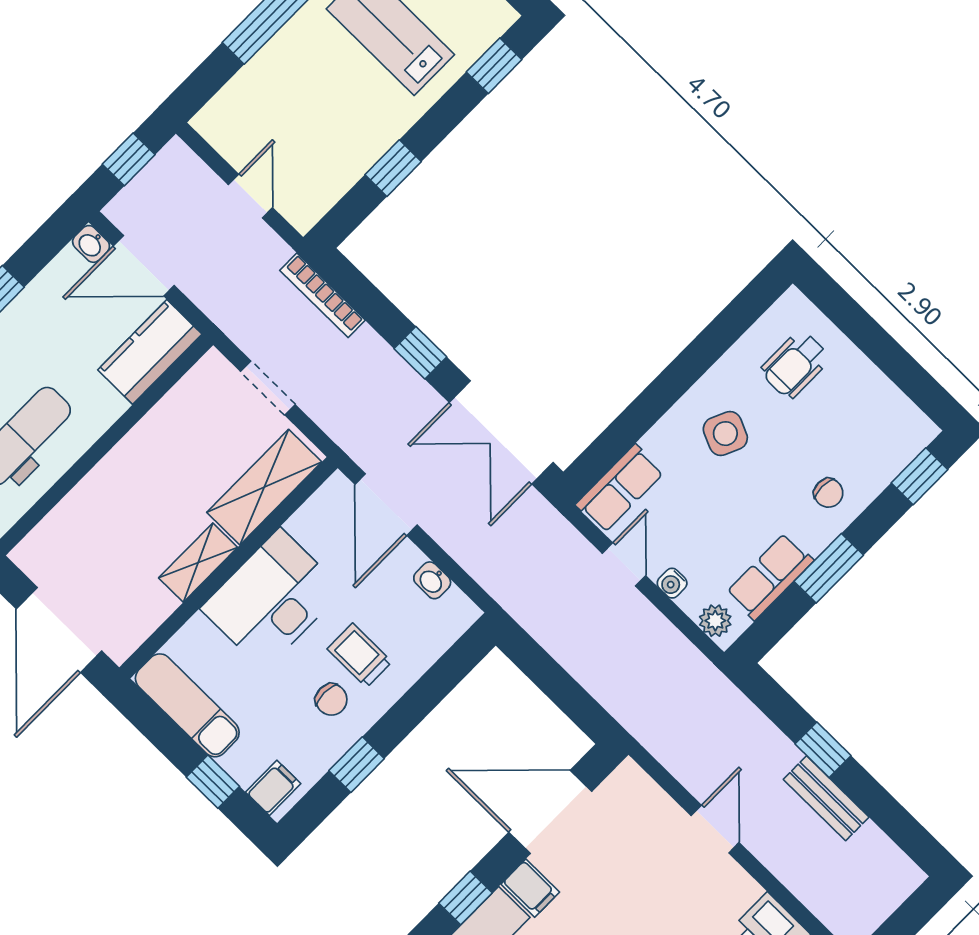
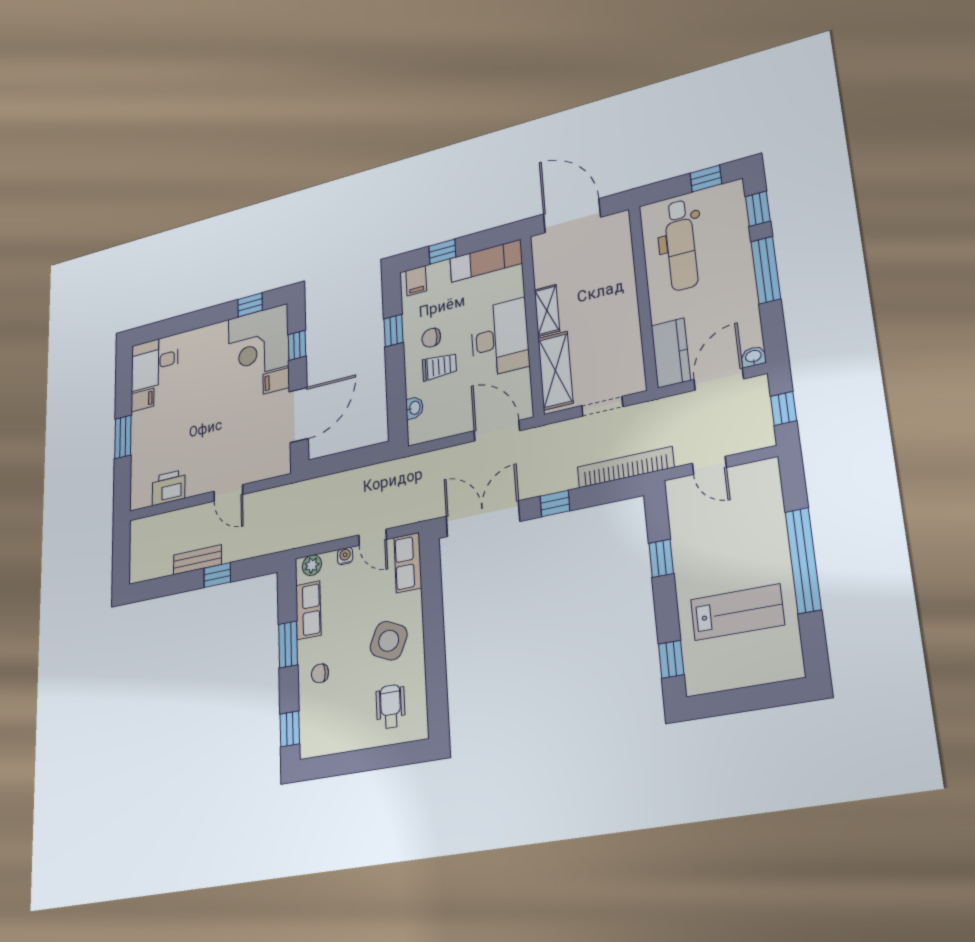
bookcase: (322, 295) -> (625, 467), width x1.48, depth x1.31
side table: (725, 434) -> (389, 641), width x1.37, depth x1.37
washbasin: (432, 580) -> (414, 408), moved, turned 90

